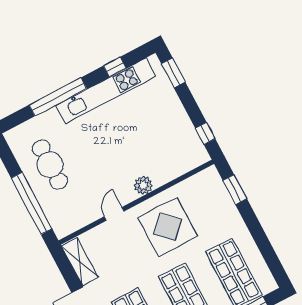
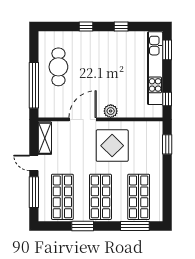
window: (115, 67) -> (121, 27), moved
kitchen unit: (106, 91) -> (155, 68), moved, turned 90
window: (58, 97) -> (86, 27), width x0.32
door: (114, 214) -> (83, 119), width x1.88

